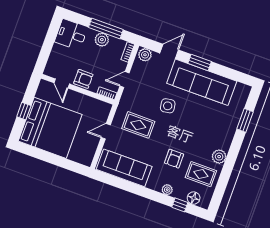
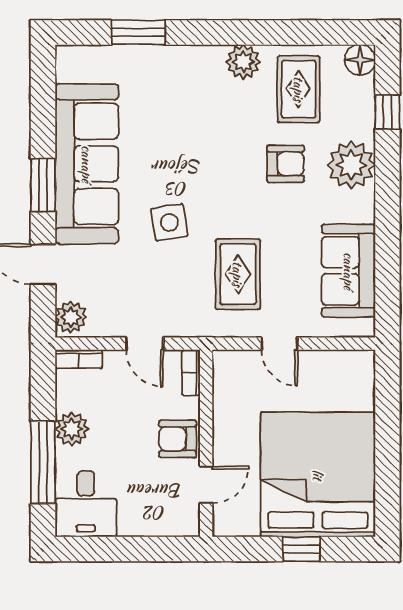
window: (106, 29) -> (43, 462), moved
armchair: (83, 79) -> (178, 439), turned -90
sofa: (124, 168) -> (349, 271), width x0.73
plant: (167, 190) -> (351, 165), width x1.87, depth x1.87
floor lamp: (194, 198) -> (360, 60), moved

